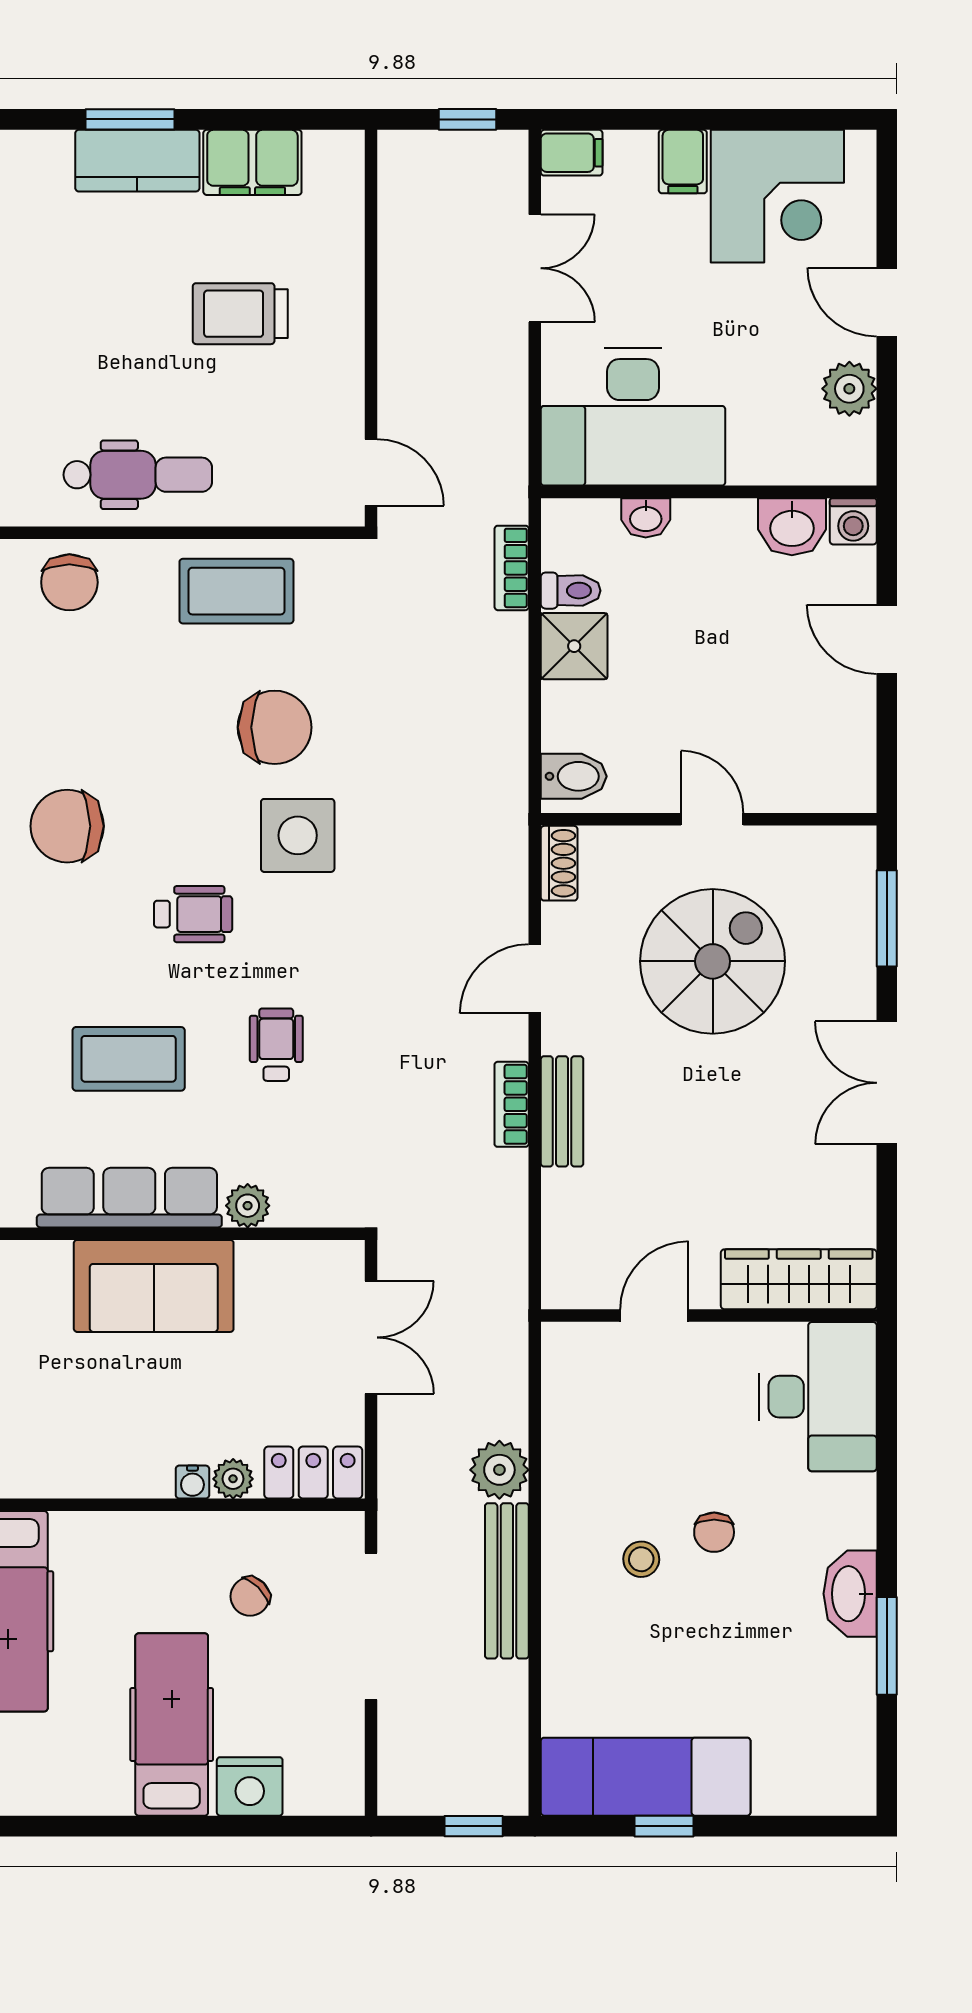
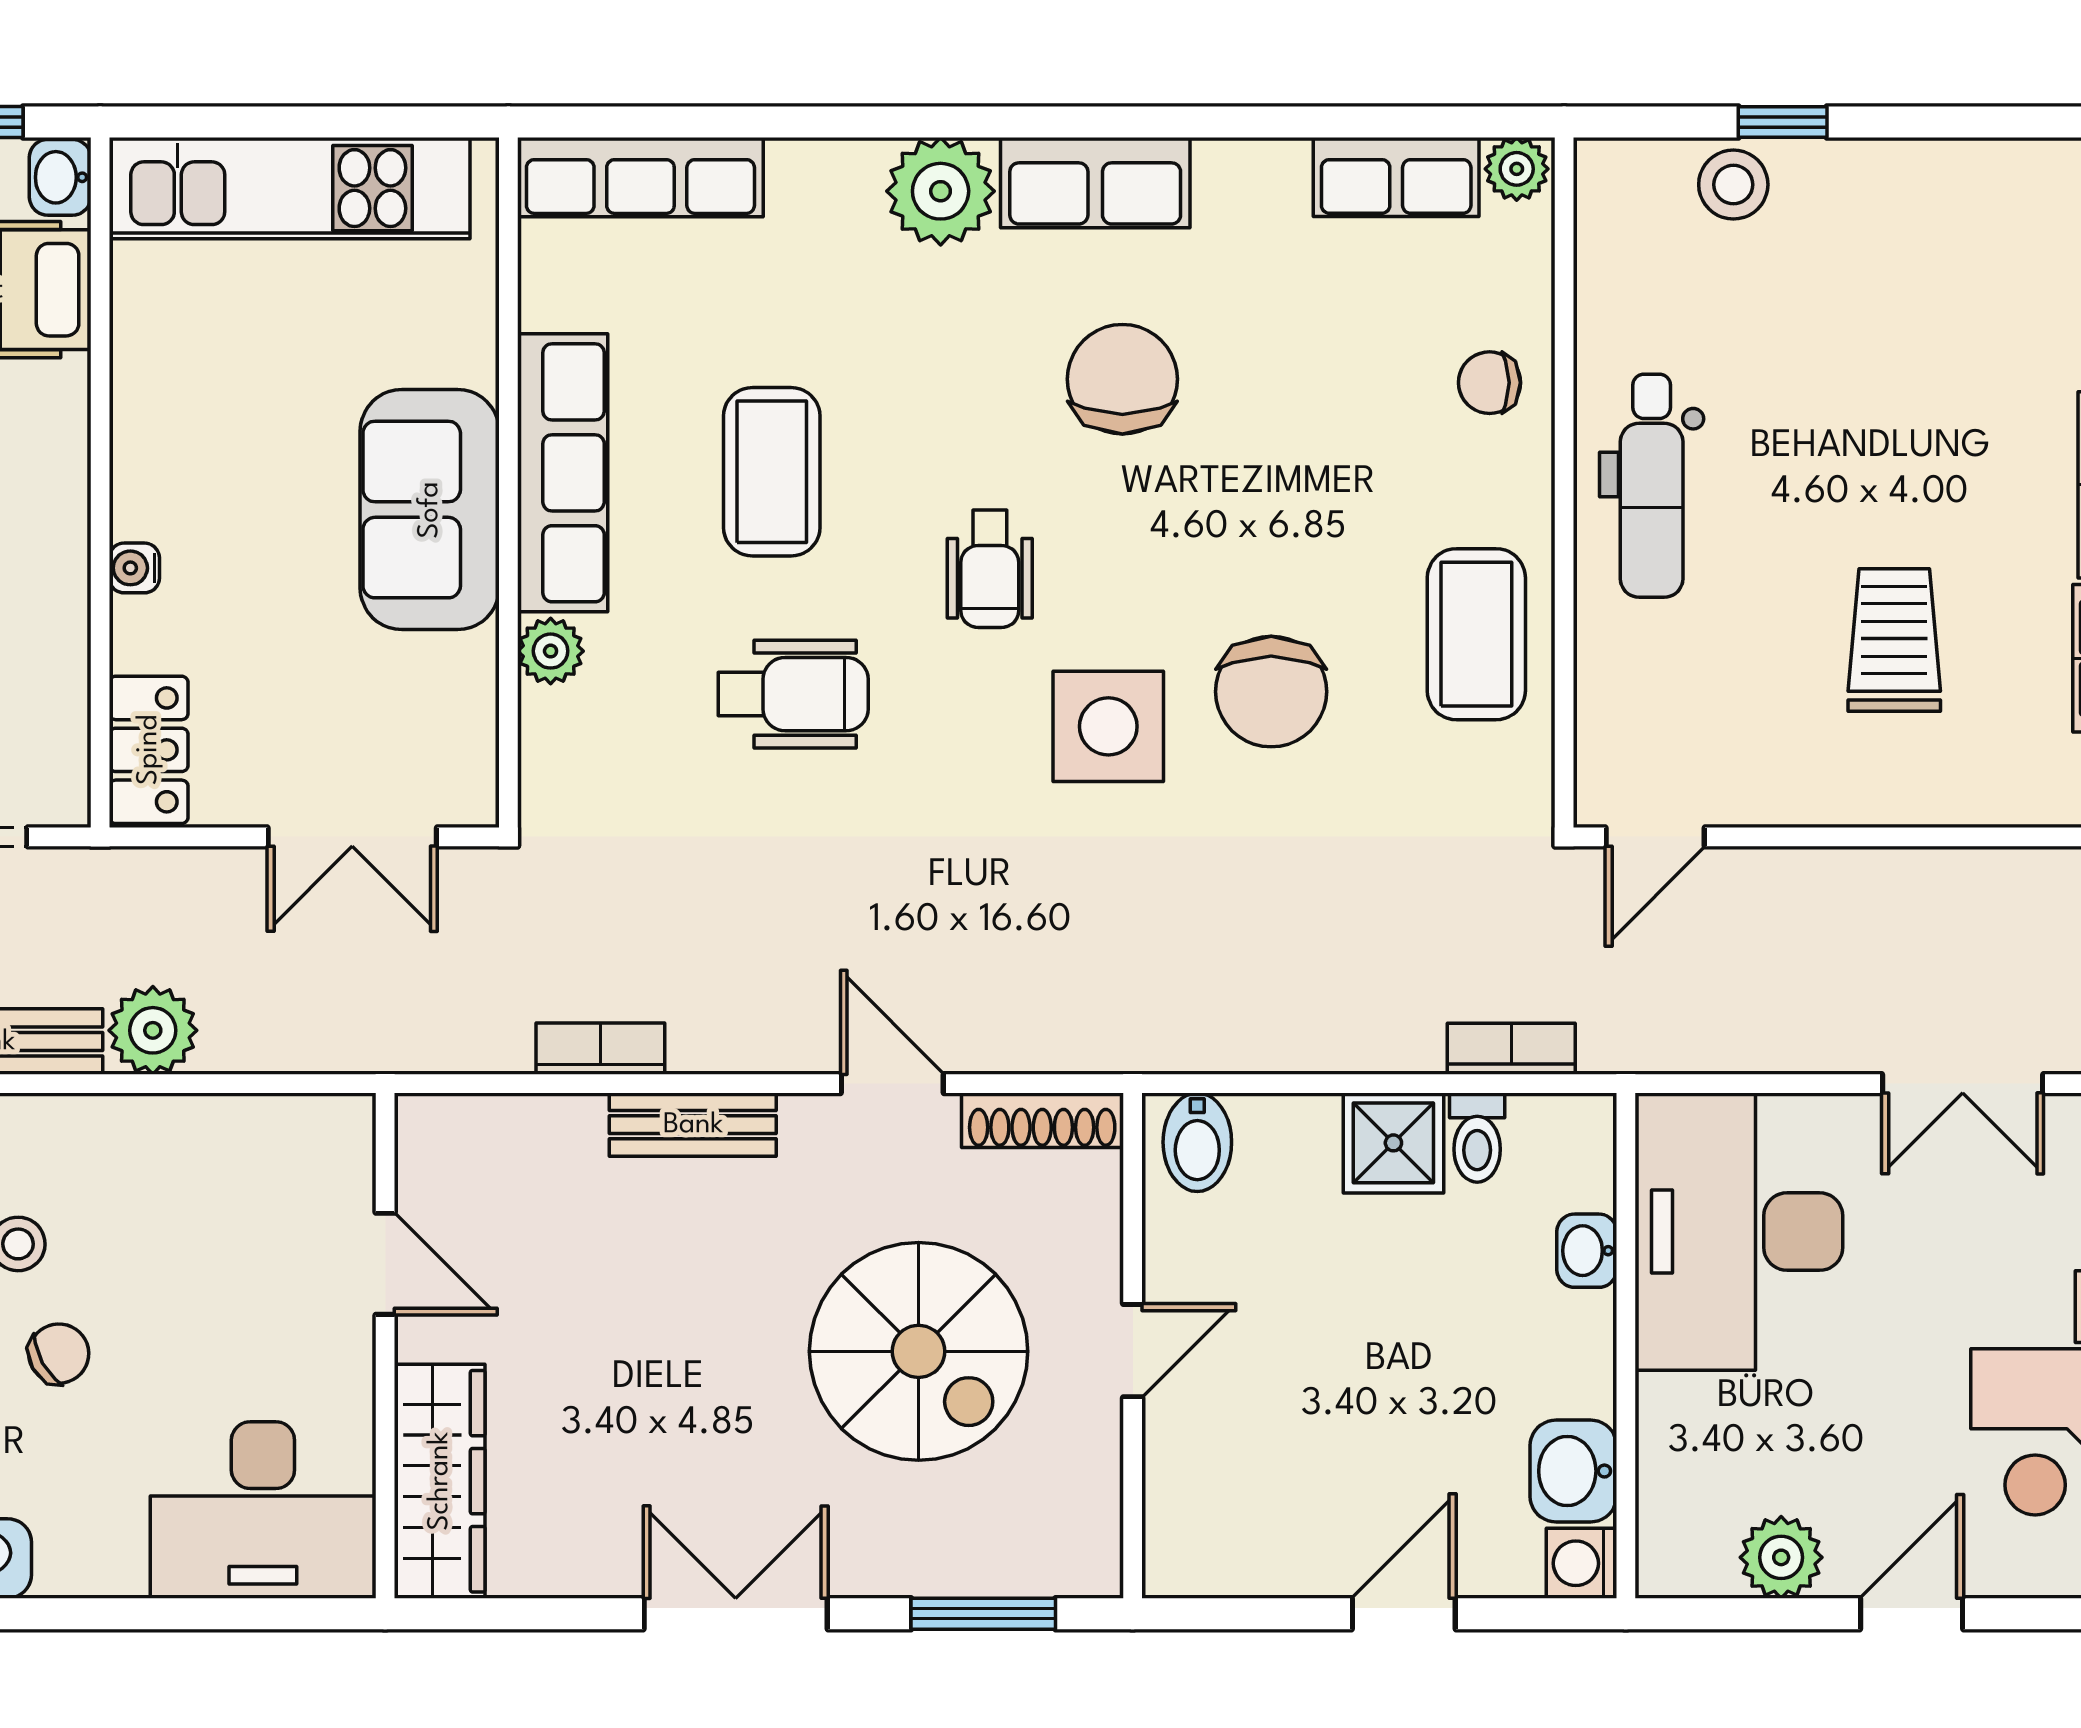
chair: (69, 582) -> (1490, 383), width x0.73, depth x0.73
shoe rack: (559, 863) -> (1042, 1120), width x1.43
wheelchair: (276, 1045) -> (793, 694), width x1.36, depth x1.37
bookcase: (512, 1104) -> (600, 1049), moved
plant: (233, 1479) -> (139, 629), removed
chair: (714, 1532) -> (59, 1354), turned 151

